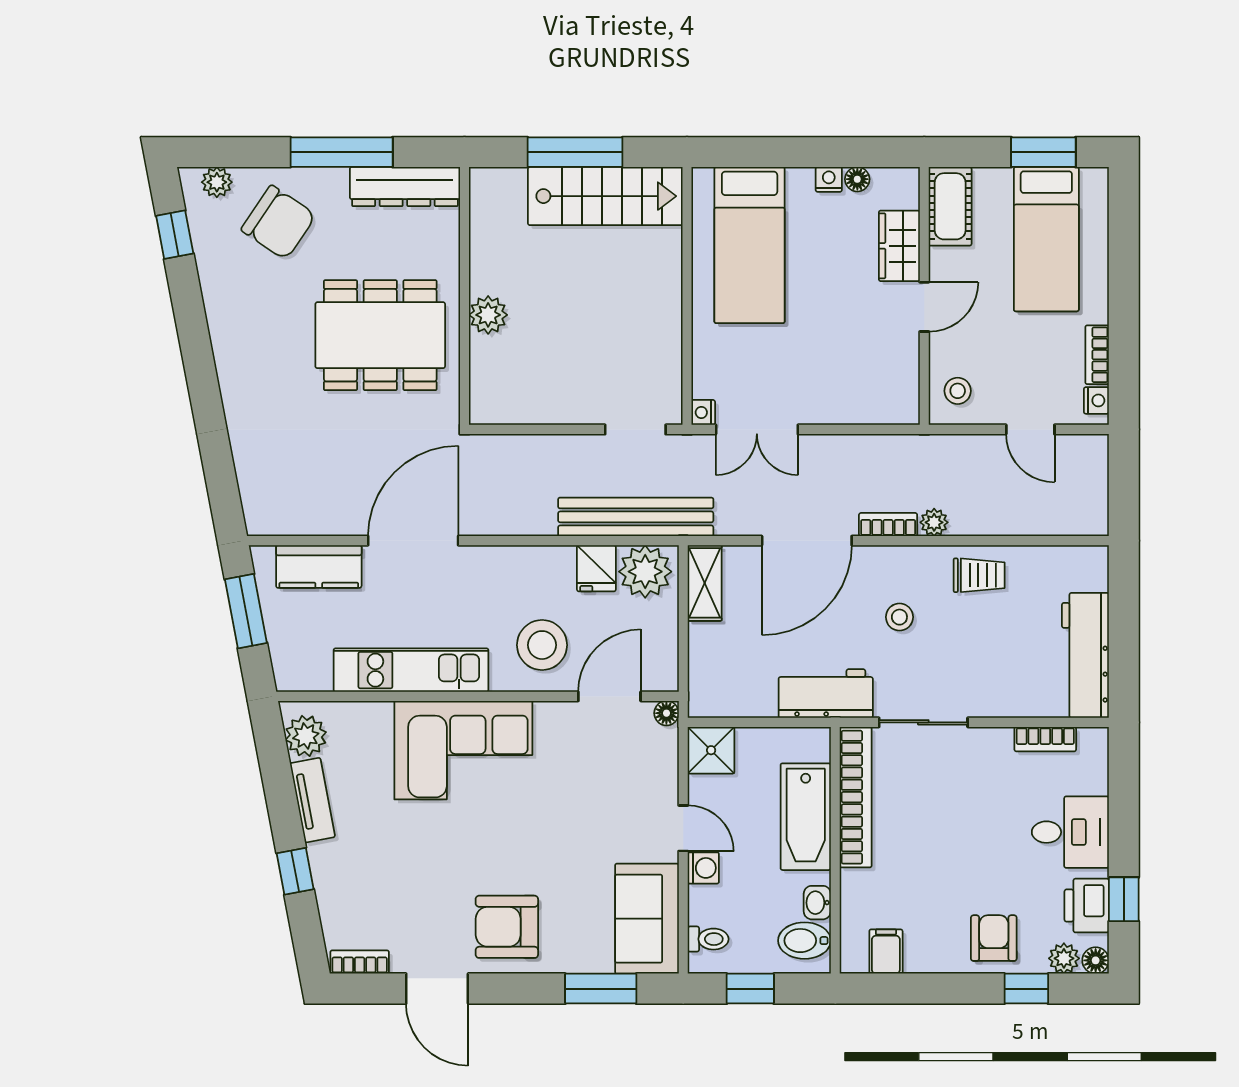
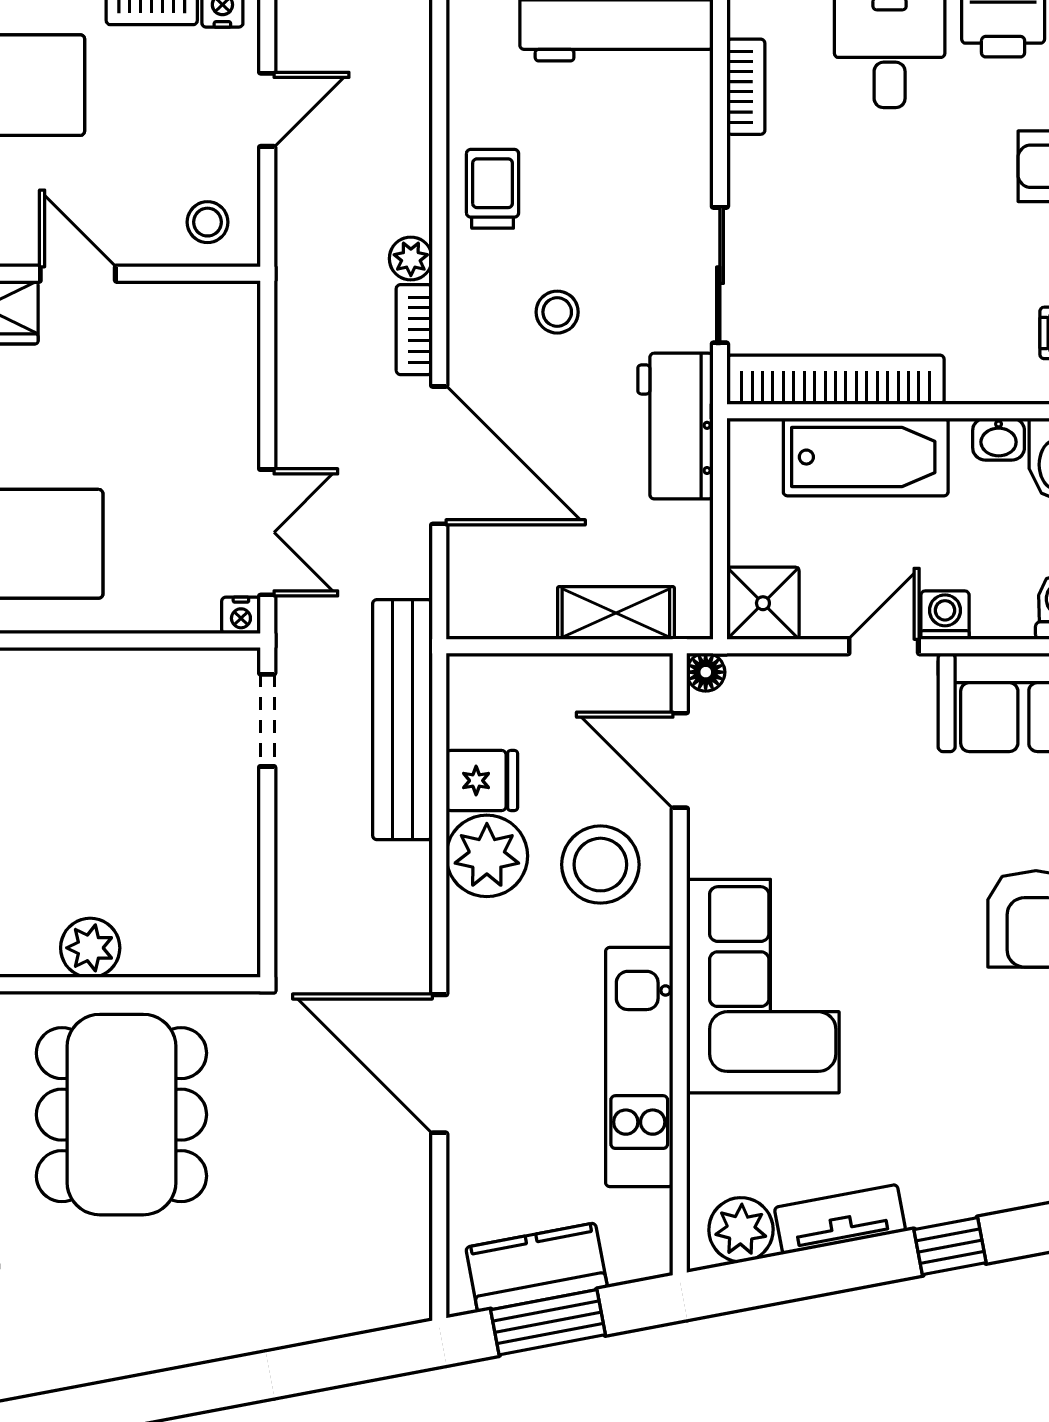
kitchen counter: (319, 566) -> (537, 1267), moved, turned -101
plant: (645, 572) -> (487, 856), moved
shelving: (705, 583) -> (616, 613), moved

